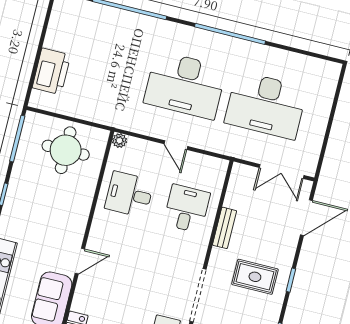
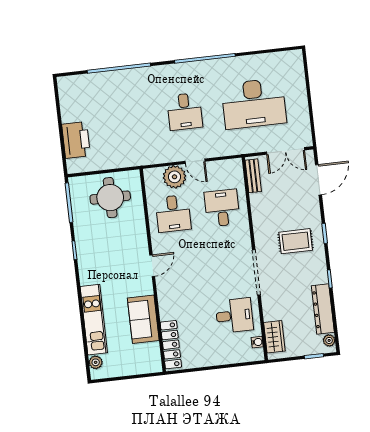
desk: (185, 85) -> (185, 112), width x0.53, depth x0.77
plant: (119, 141) -> (175, 177), moved, width x1.87, depth x1.87
desk: (129, 194) -> (173, 214), turned -90
bench: (225, 228) -> (253, 176), moved
door: (80, 261) -> (152, 266), moved

